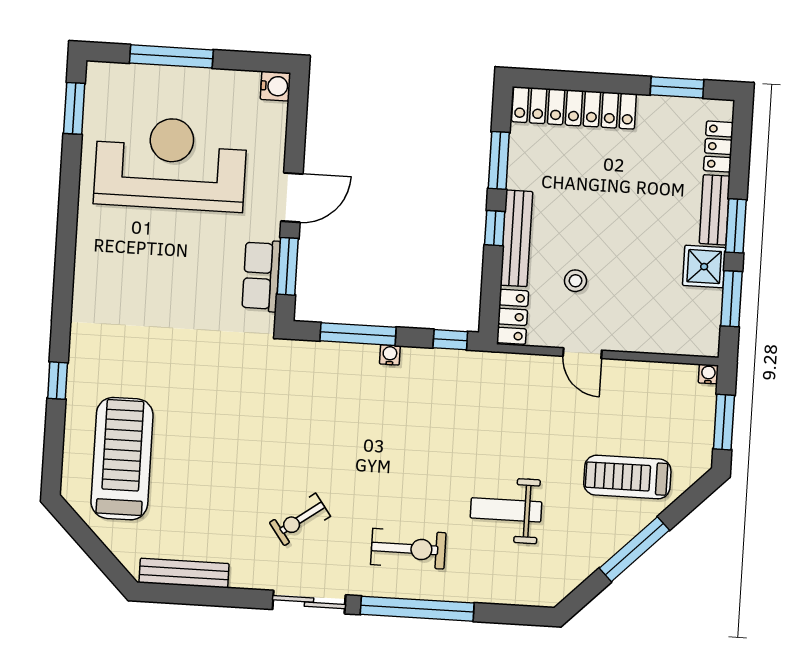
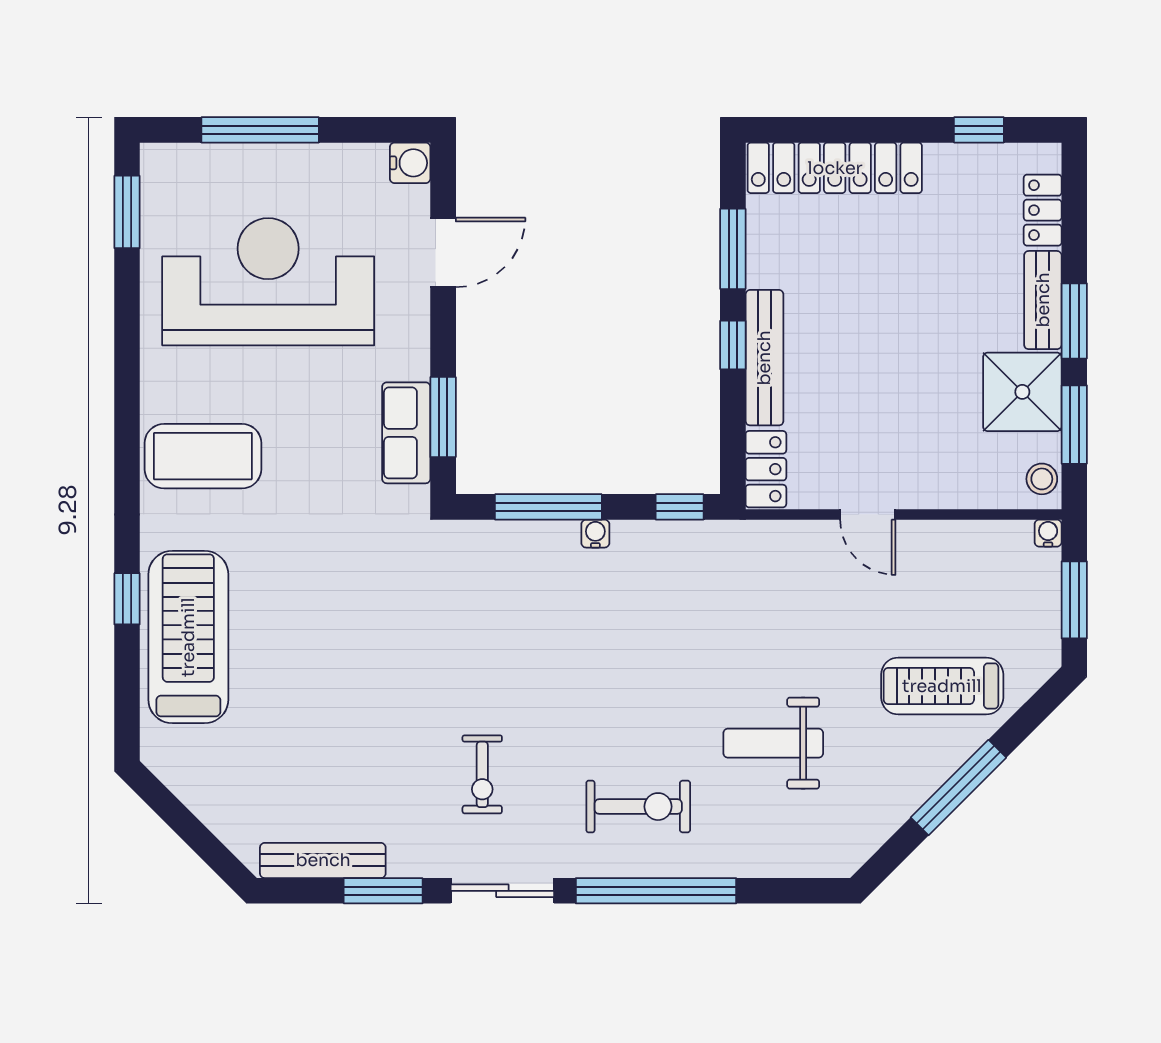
window: (677, 87) -> (979, 130), width x0.67
door: (292, 198) -> (443, 252), moved
shower: (704, 267) -> (1022, 392), width x1.36, depth x1.36
stool: (575, 281) -> (1042, 479), moved
coffee table: (117, 283) -> (203, 456), added
treadmill: (122, 459) -> (188, 637), moved
exercise bike: (300, 519) -> (482, 774), turned -54
window: (225, 597) -> (383, 891), added

